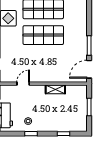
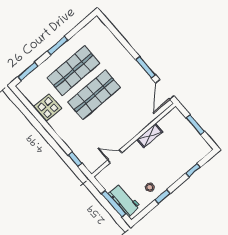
door: (23, 84) -> (115, 156), hinge flipped

